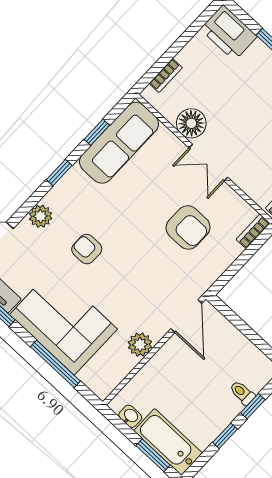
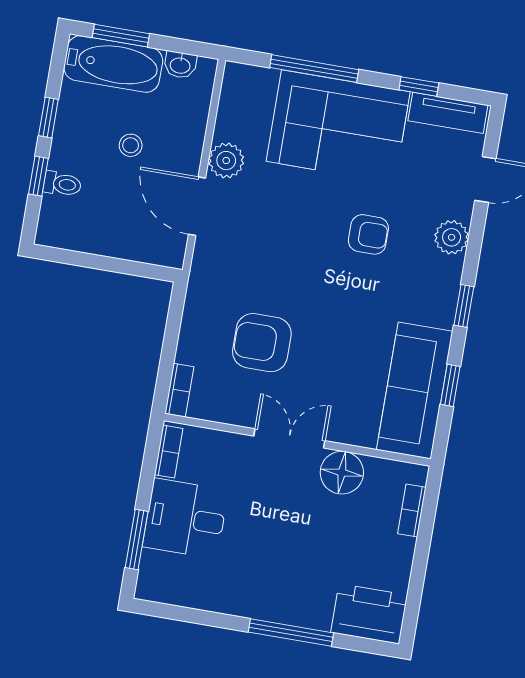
door: (186, 316) -> (197, 206), moved
stool: (189, 389) -> (131, 145), added

